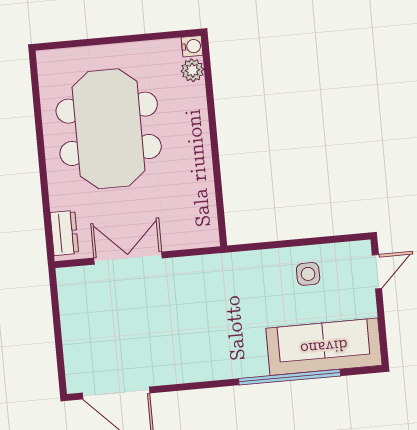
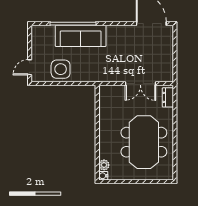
side table: (308, 274) -> (61, 69), width x1.87, depth x1.87
sofa: (324, 347) -> (81, 36), moved

